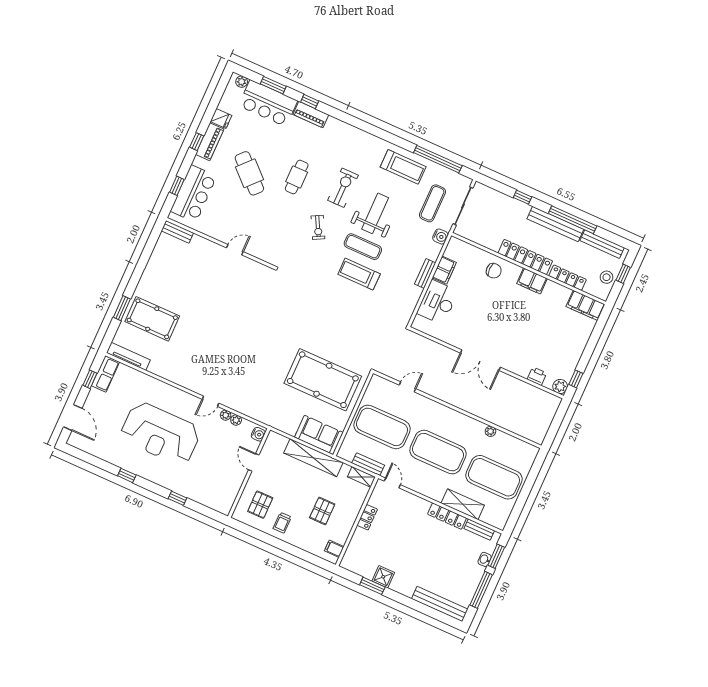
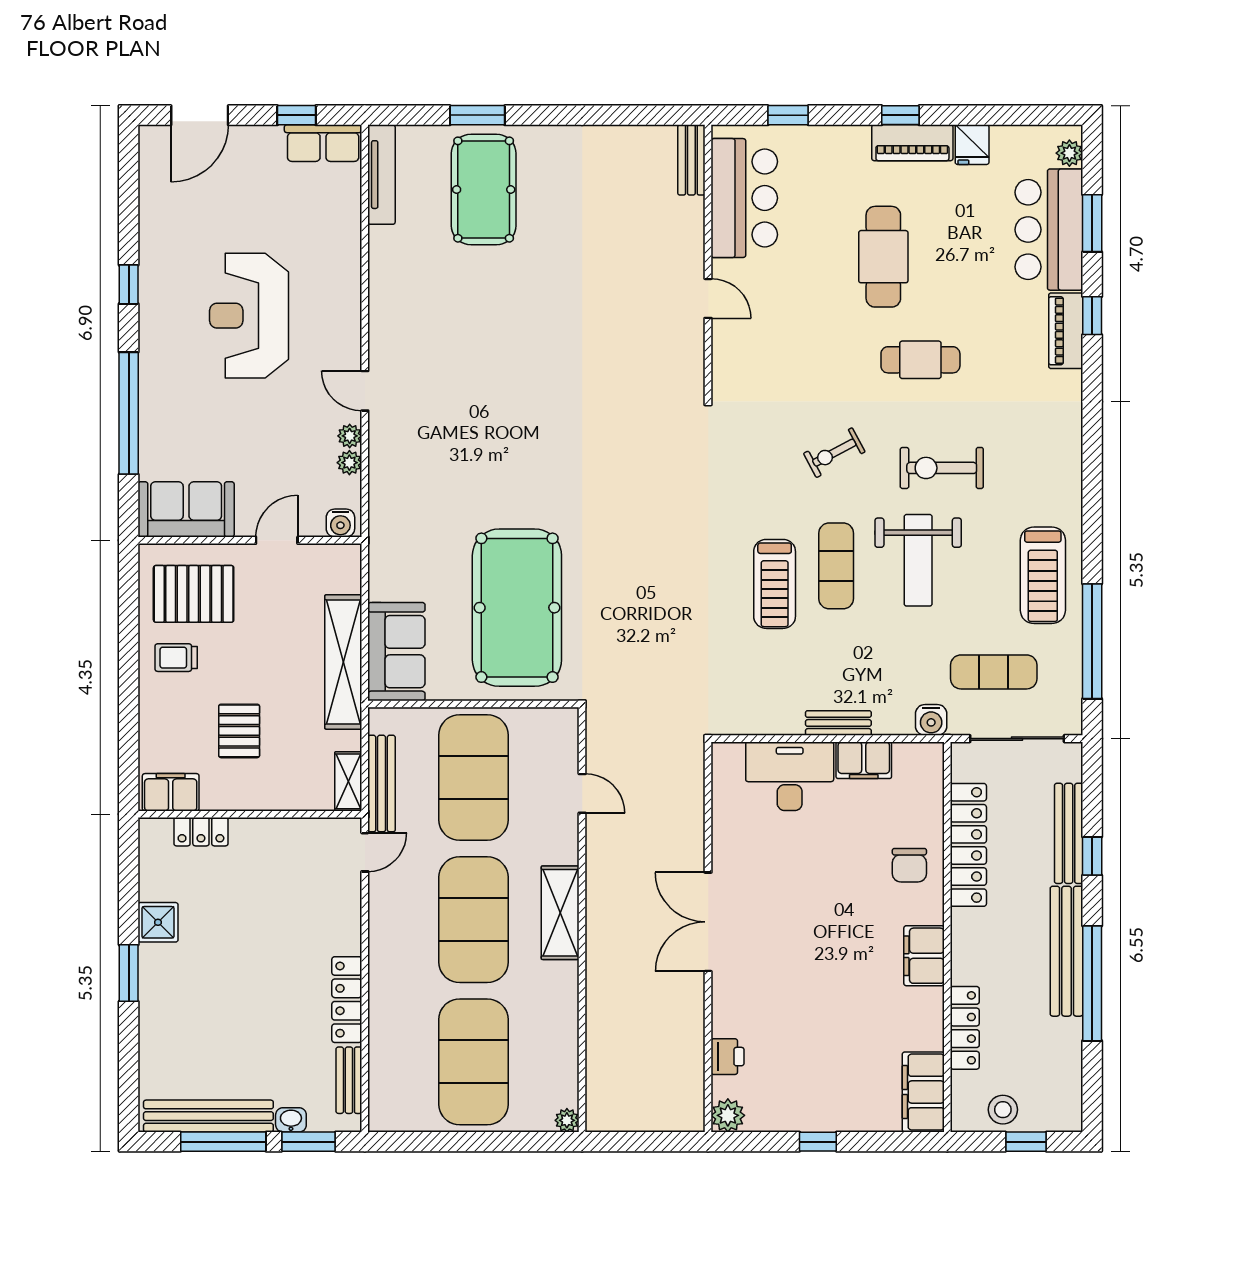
cafe table: (249, 173) -> (883, 257), turned -43
exercise bike: (343, 188) -> (942, 468), turned 180
bar counter: (193, 194) -> (744, 198), moved, turned -90
weight bench: (375, 213) -> (918, 560), turned 90
bench: (602, 244) -> (1069, 833), moved
locker: (525, 257) -> (968, 845), moved
treadmill: (359, 274) -> (775, 584), turned 180
window: (576, 379) -> (818, 1142), moved
plant: (490, 431) -> (567, 1120), moved
reception desk: (160, 434) -> (249, 316), width x0.74, depth x0.77
bench: (368, 464) -> (382, 784), width x1.36
sofa: (226, 493) -> (186, 509), added
window: (177, 498) -> (129, 413), width x3.17
shelving: (463, 504) -> (560, 913), moved
pallet: (260, 505) -> (194, 594), width x1.50, depth x1.42
pallet: (322, 511) -> (239, 731), turned 90
locker: (367, 517) -> (201, 832), moved
filing cabinet: (334, 549) -> (171, 792), width x2.00
window: (372, 586) -> (129, 973), moved
bench: (440, 604) -> (208, 1116), moved, turned 90

